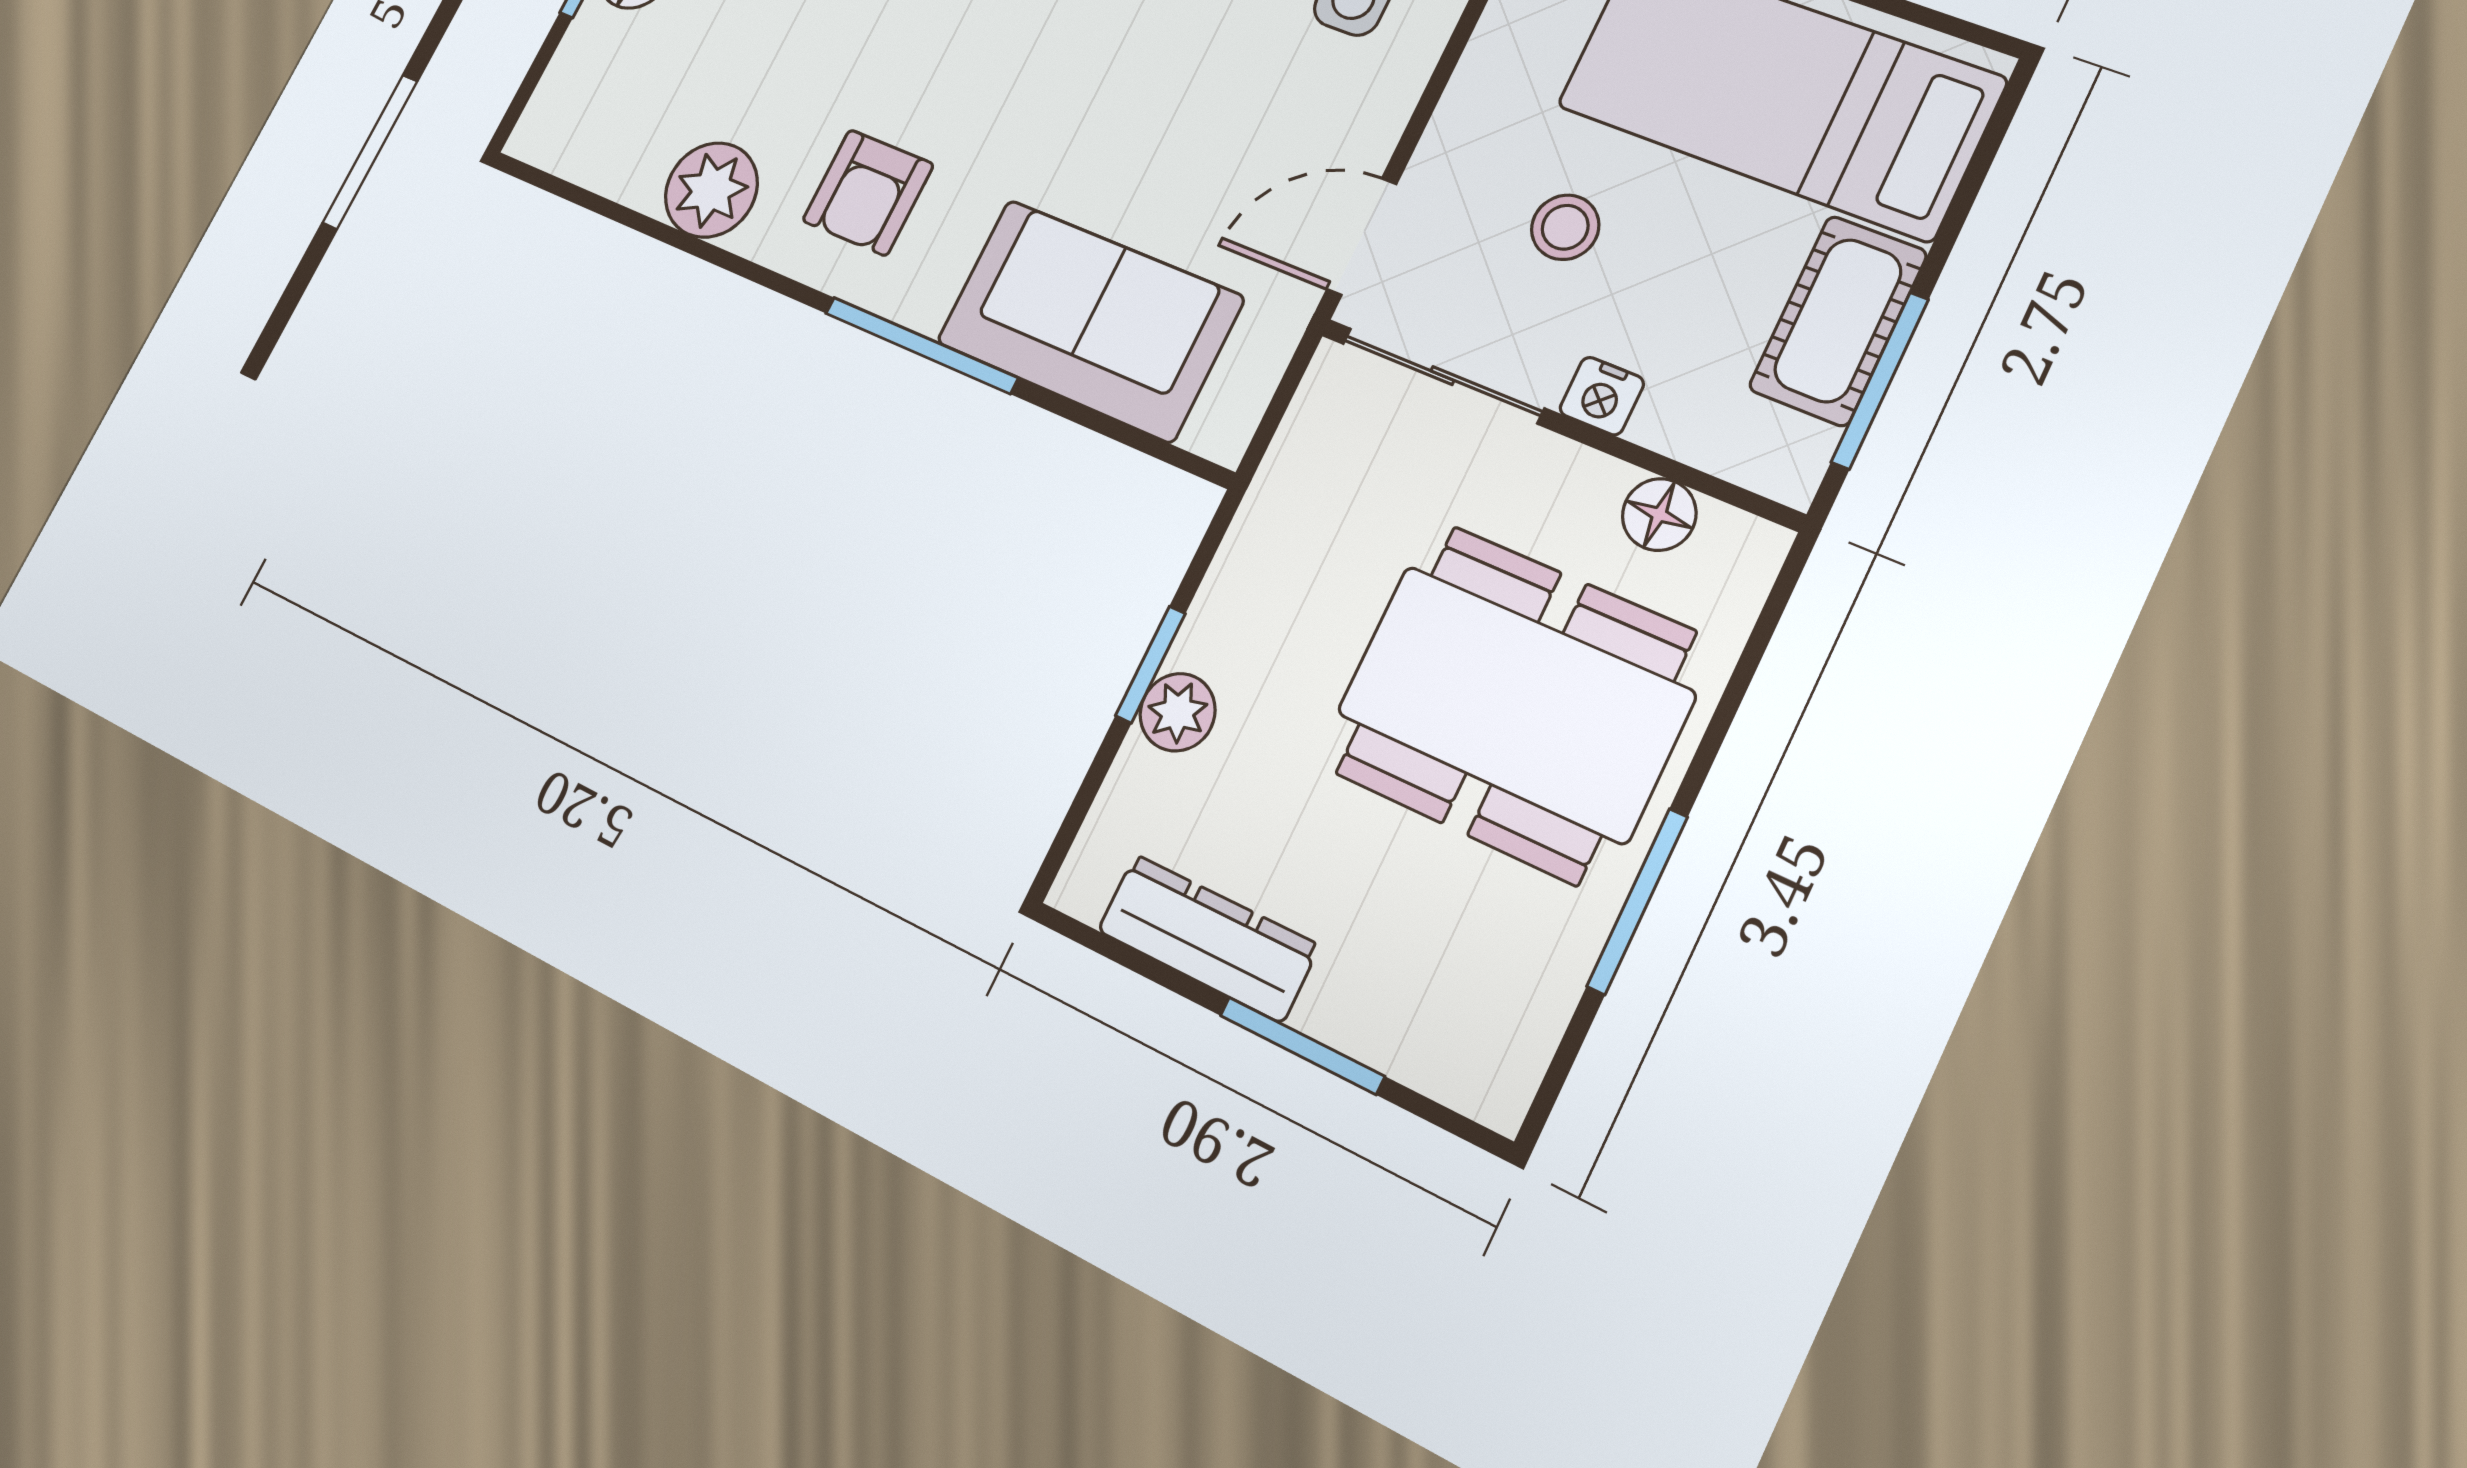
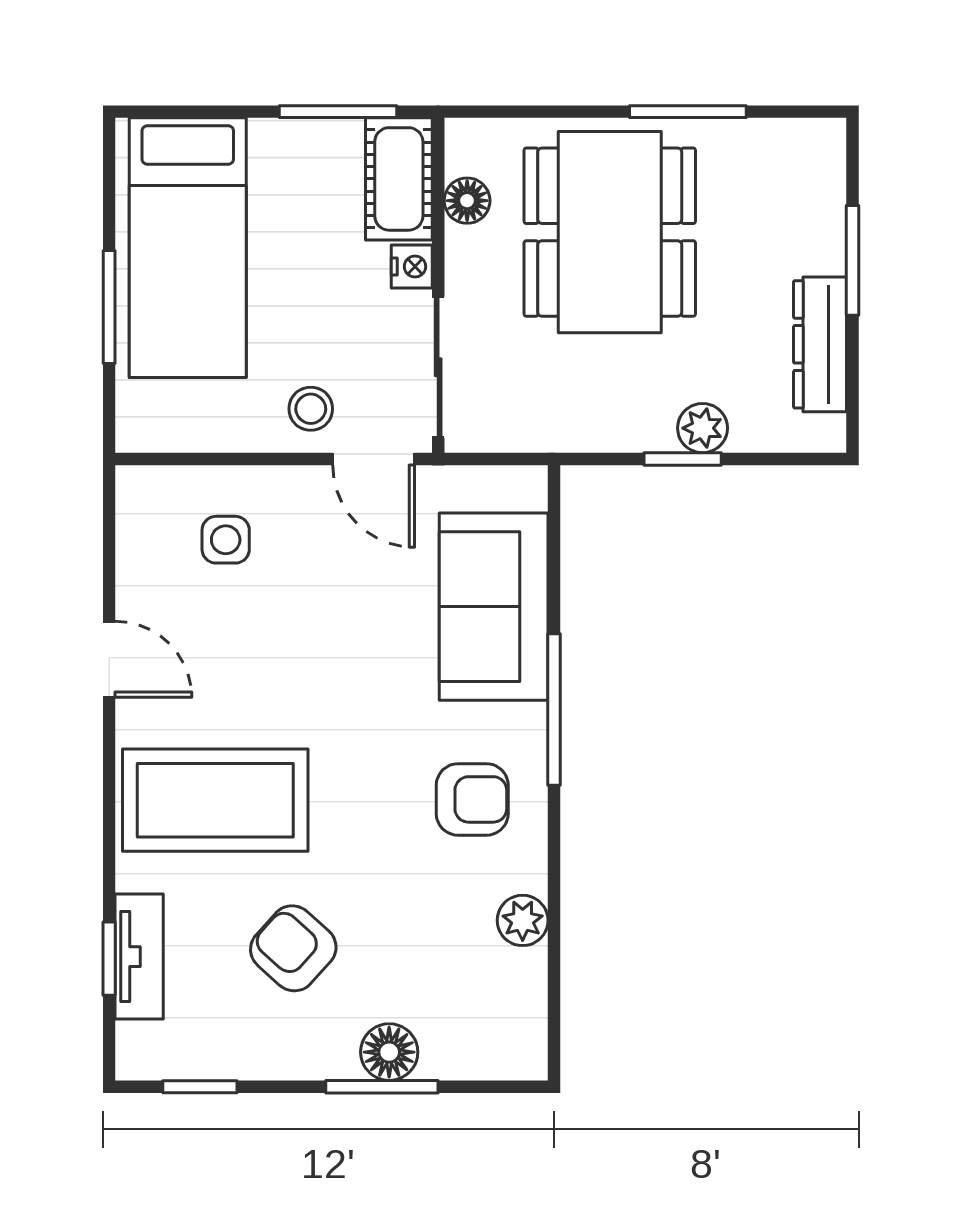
plant: (711, 190) -> (523, 920), width x0.73, depth x0.73
stool: (1565, 227) -> (311, 409), moved
cot: (1838, 321) -> (399, 179), moved, turned 90

